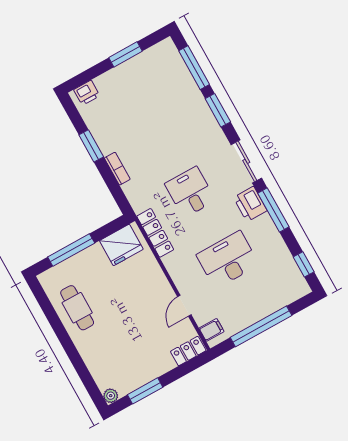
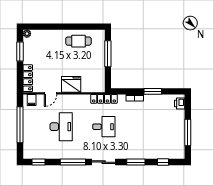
window: (125, 54) -> (188, 132), width x1.44
window: (194, 68) -> (163, 162), width x0.46
printer: (250, 204) -> (82, 153), removed
locker: (155, 233) -> (104, 99), moved
fridge: (121, 245) -> (71, 84), moved, turned 90
door: (184, 306) -> (51, 93), swing flipped
locker: (188, 351) -> (28, 78), width x1.53

